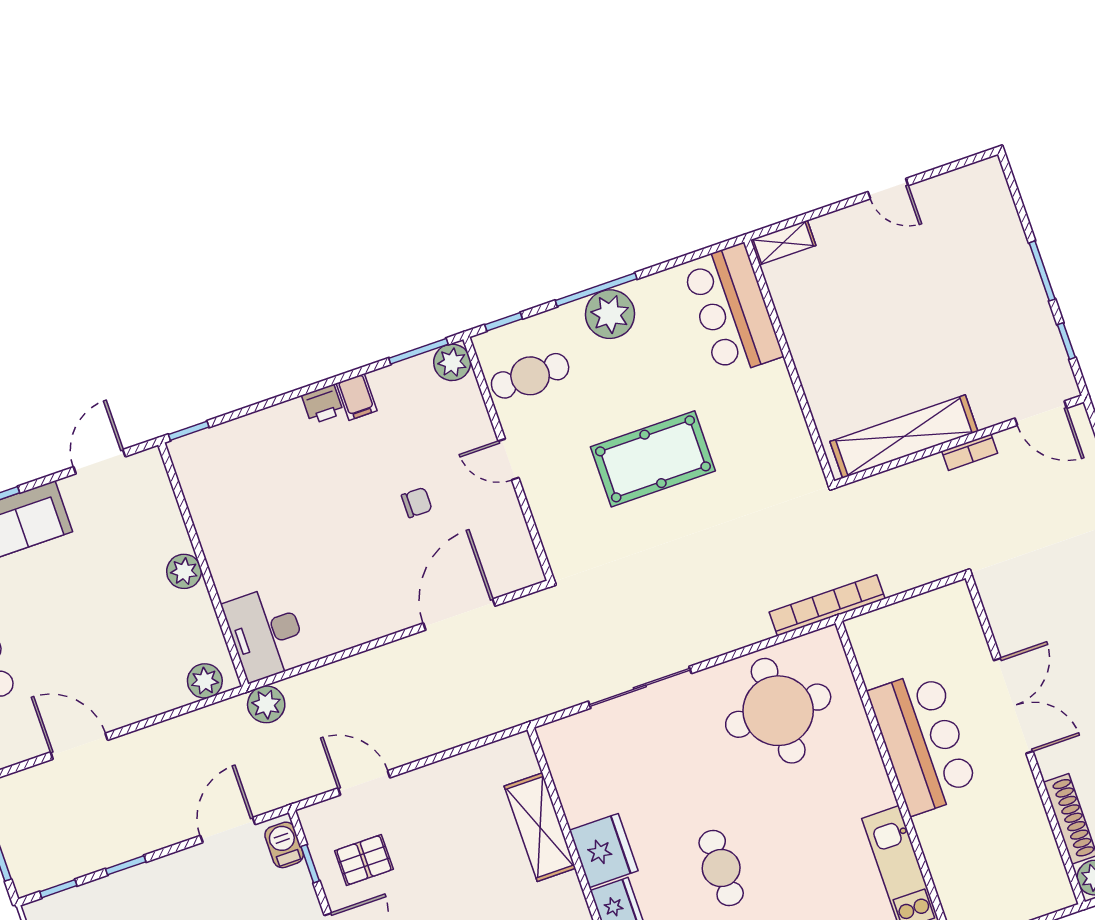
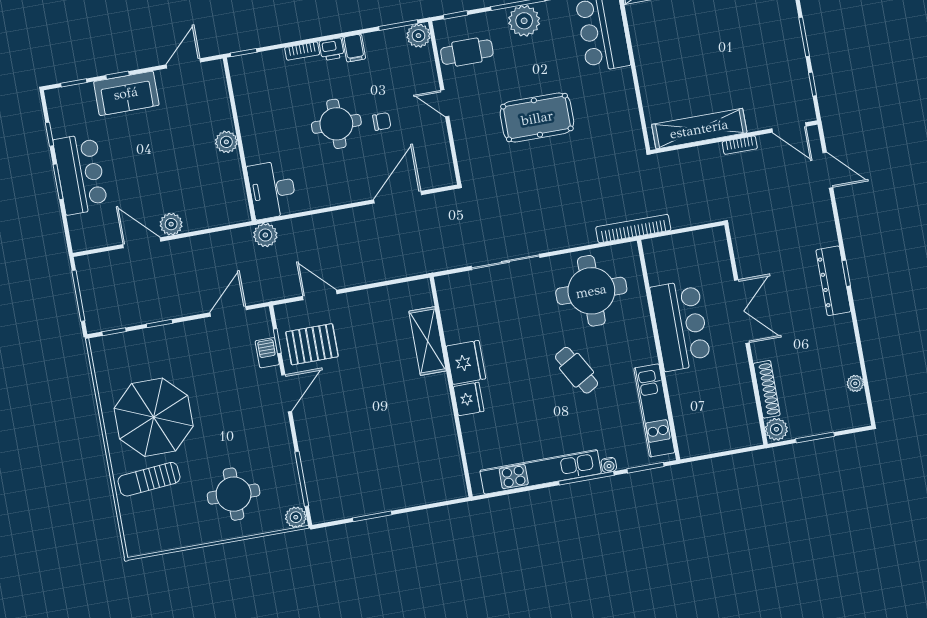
bookcase: (278, 414) -> (302, 51), added
round table: (348, 517) -> (336, 124), added
plant: (205, 681) -> (171, 224), moved
barbecue: (284, 845) -> (267, 353), moved
pallet: (364, 860) -> (312, 344), width x1.50, depth x1.42
cafe table: (721, 868) -> (577, 370), moved, turned -30

